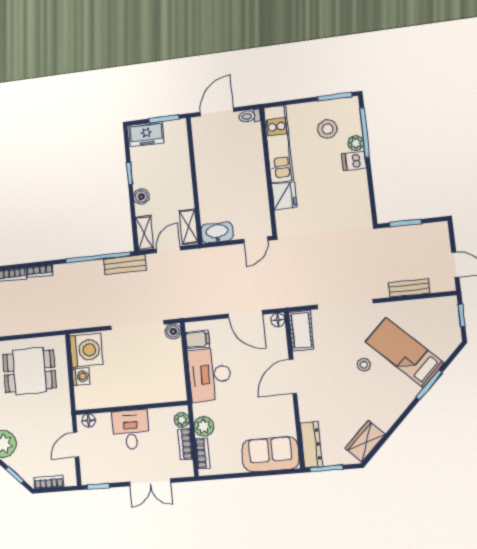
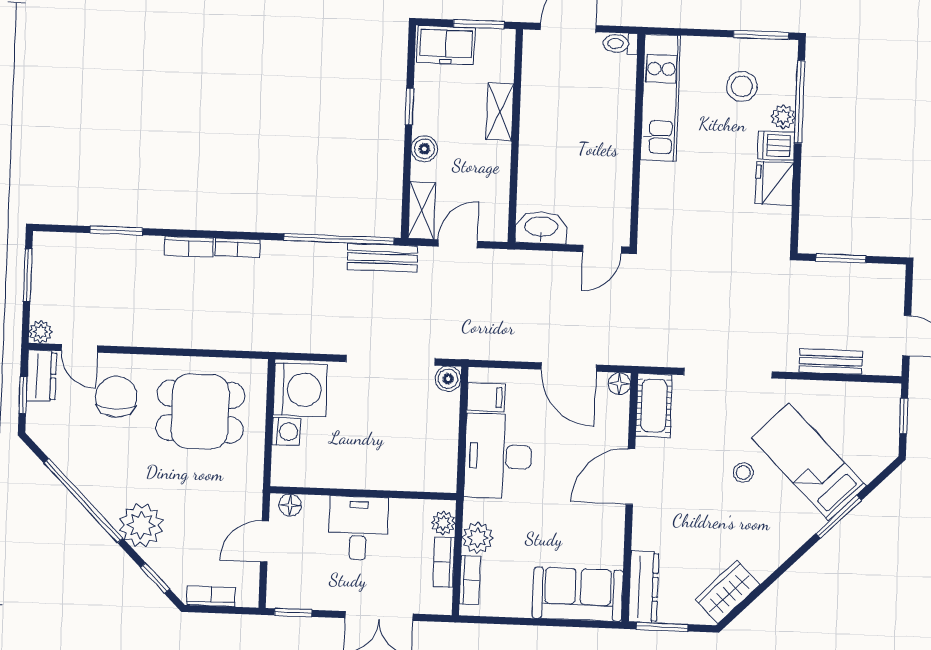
fridge: (284, 196) -> (774, 183), moved, turned 180
shelving: (189, 227) -> (500, 112), moved

